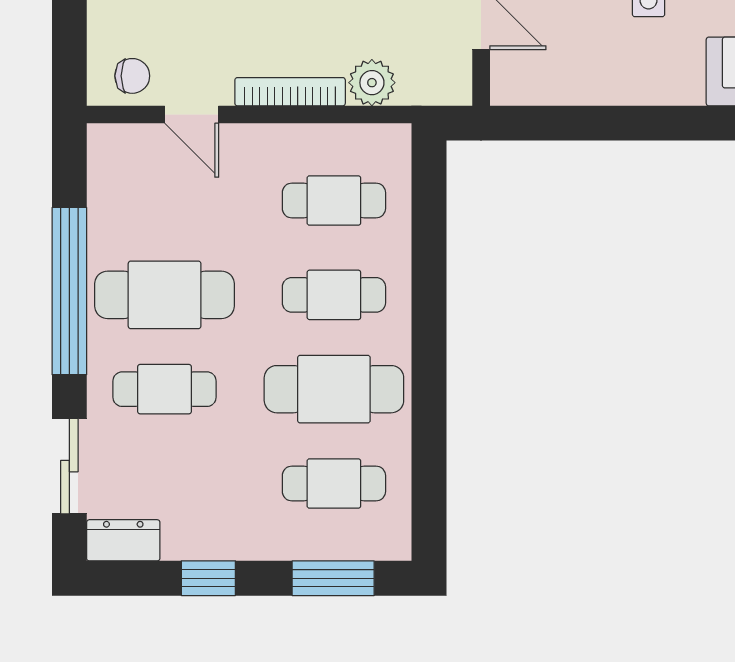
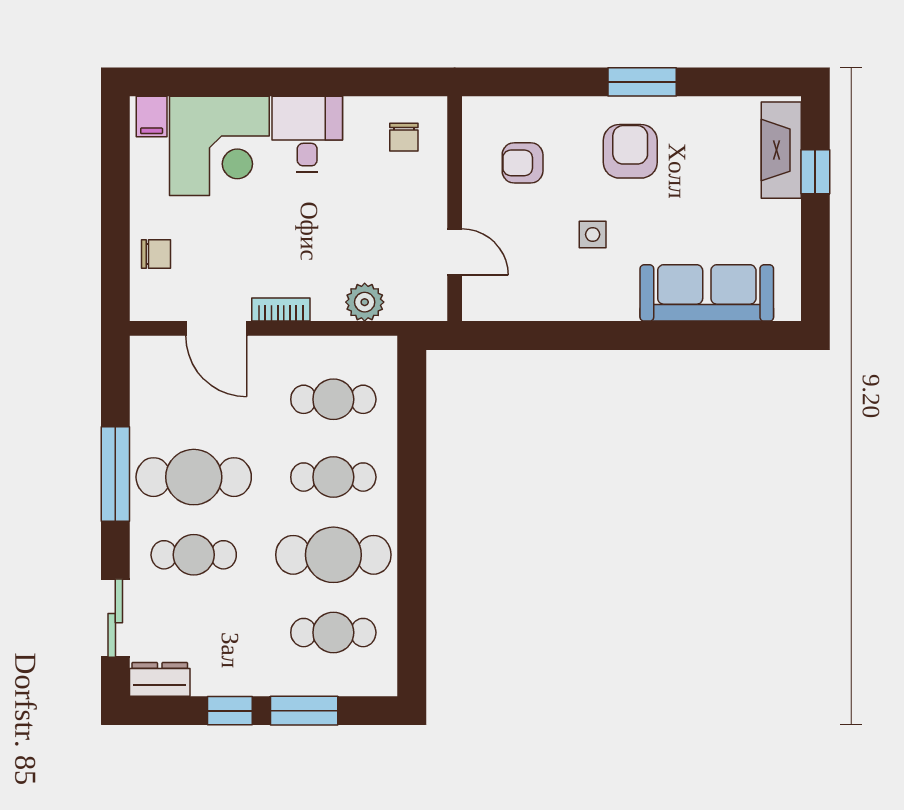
chair: (132, 76) -> (156, 254), moved
bookcase: (290, 92) -> (281, 310), width x0.64
door: (192, 114) -> (216, 328), width x1.38
window: (69, 291) -> (115, 474), width x0.68
window: (333, 578) -> (304, 711), moved

